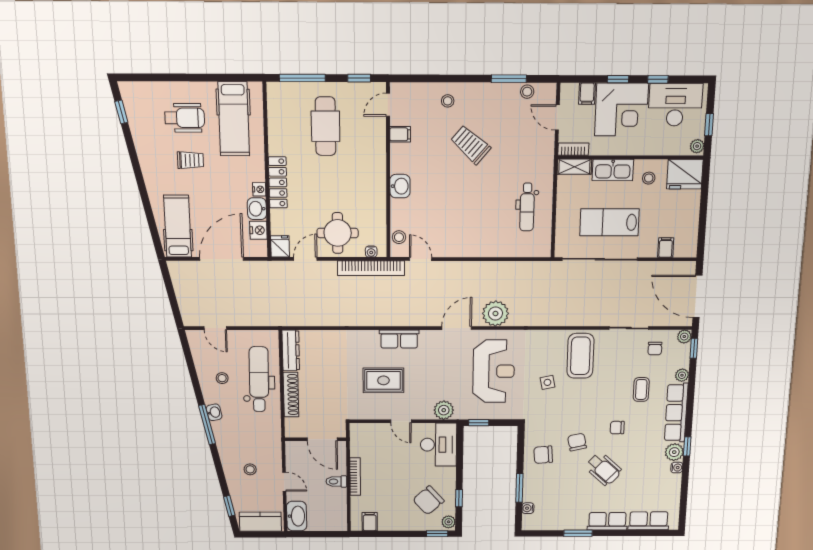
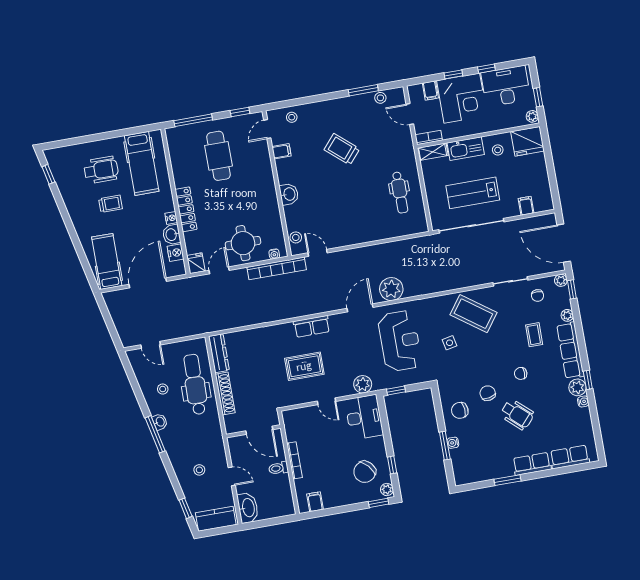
stool: (448, 101) -> (292, 117), moved
coffee table: (580, 356) -> (473, 314), turned -54
water cooler: (528, 508) -> (453, 443), moved

